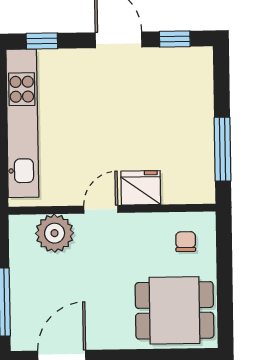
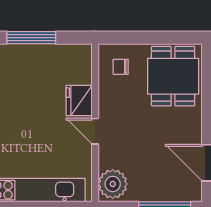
window: (223, 149) -> (31, 38), moved
plant: (55, 233) -> (113, 184), moved

